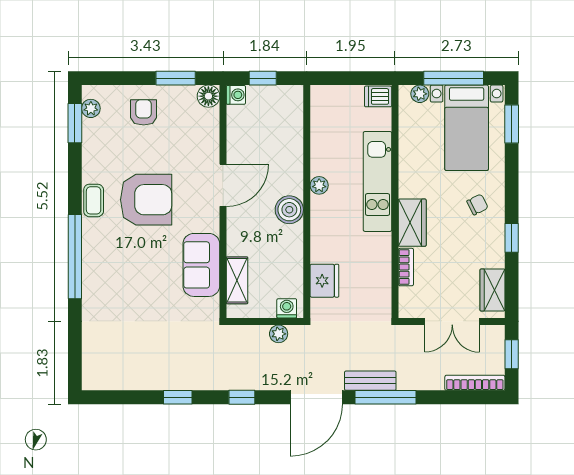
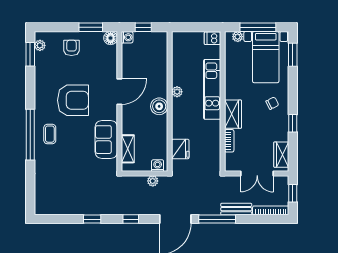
coffee table: (94, 200) -> (50, 134), moved
bench: (370, 381) -> (236, 209), moved

